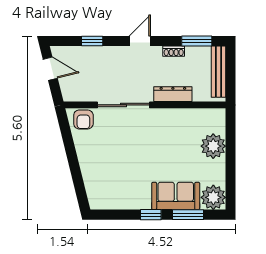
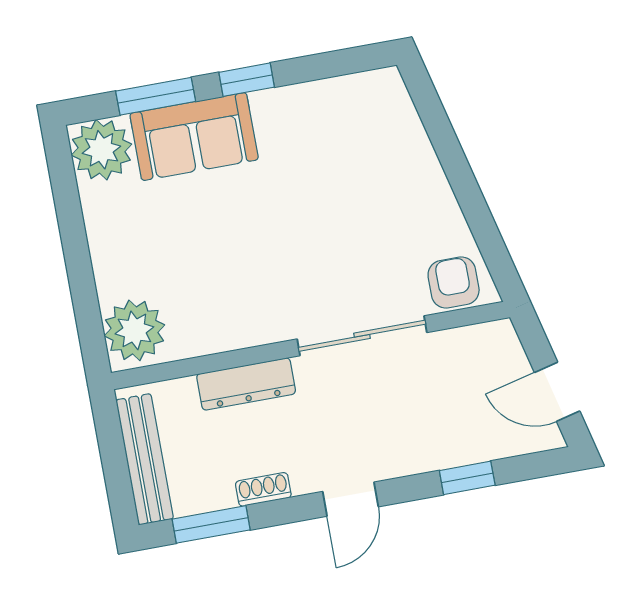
plant: (213, 146) -> (134, 330), moved

